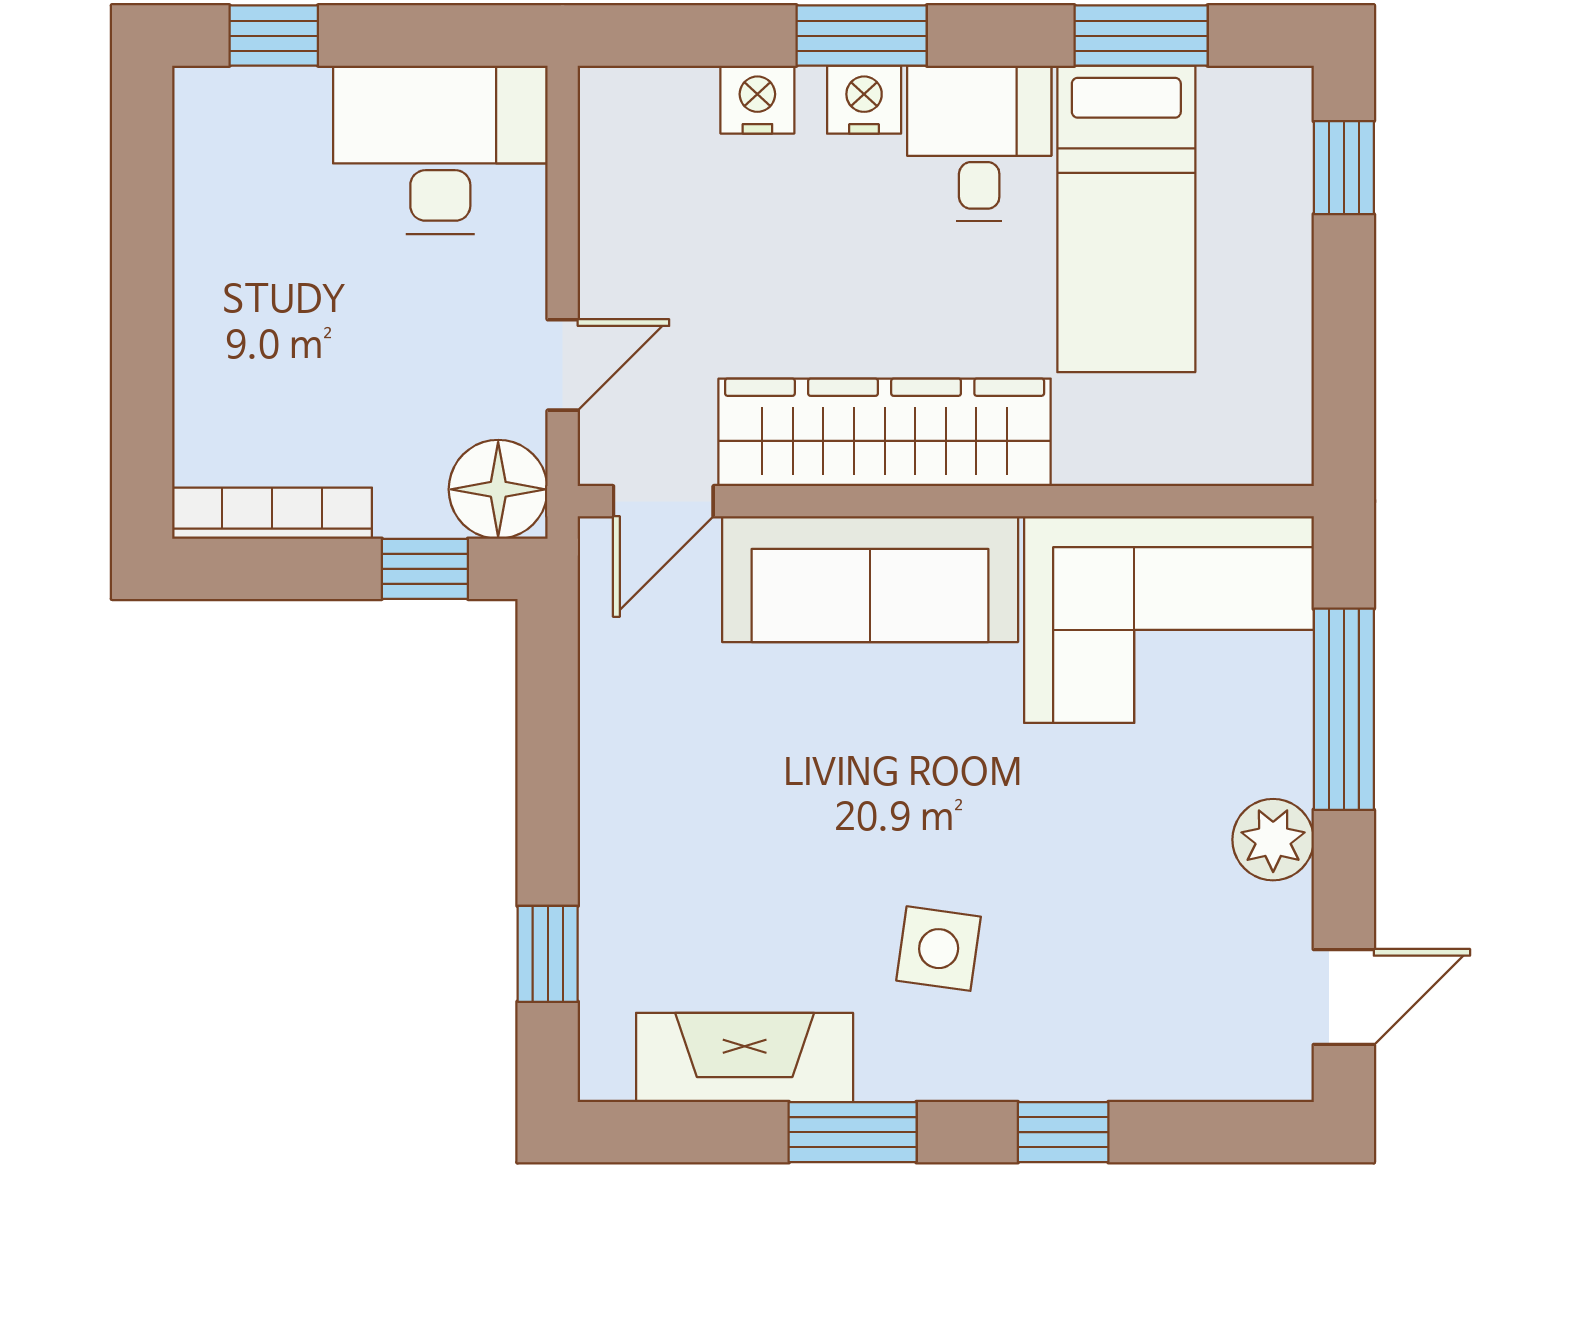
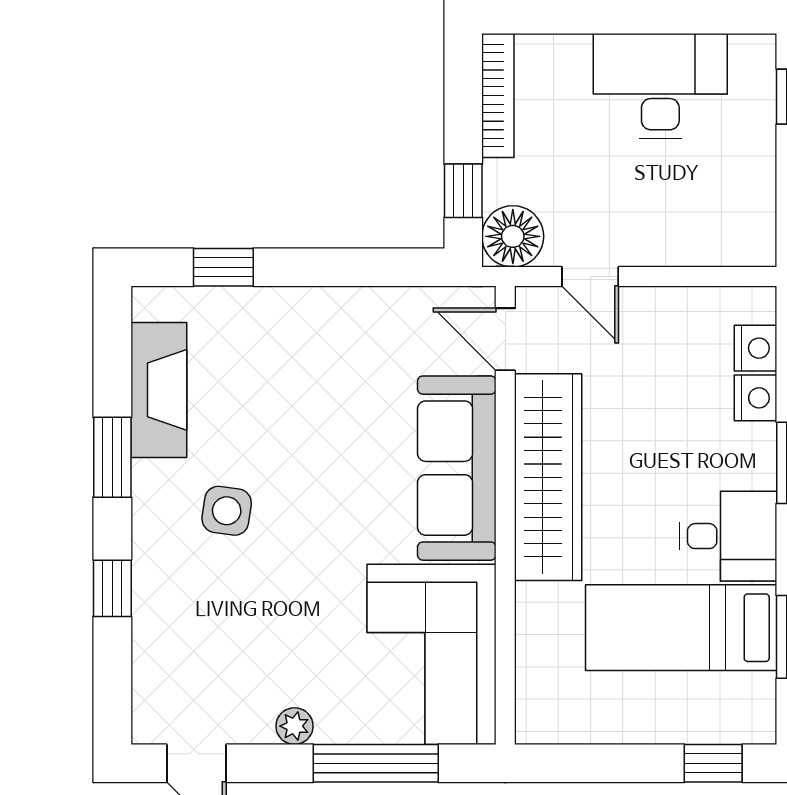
nightstand: (864, 100) -> (756, 348), moved
desk: (440, 150) -> (660, 86), moved, turned -90
plant: (1273, 840) -> (294, 726), width x0.73, depth x0.73

